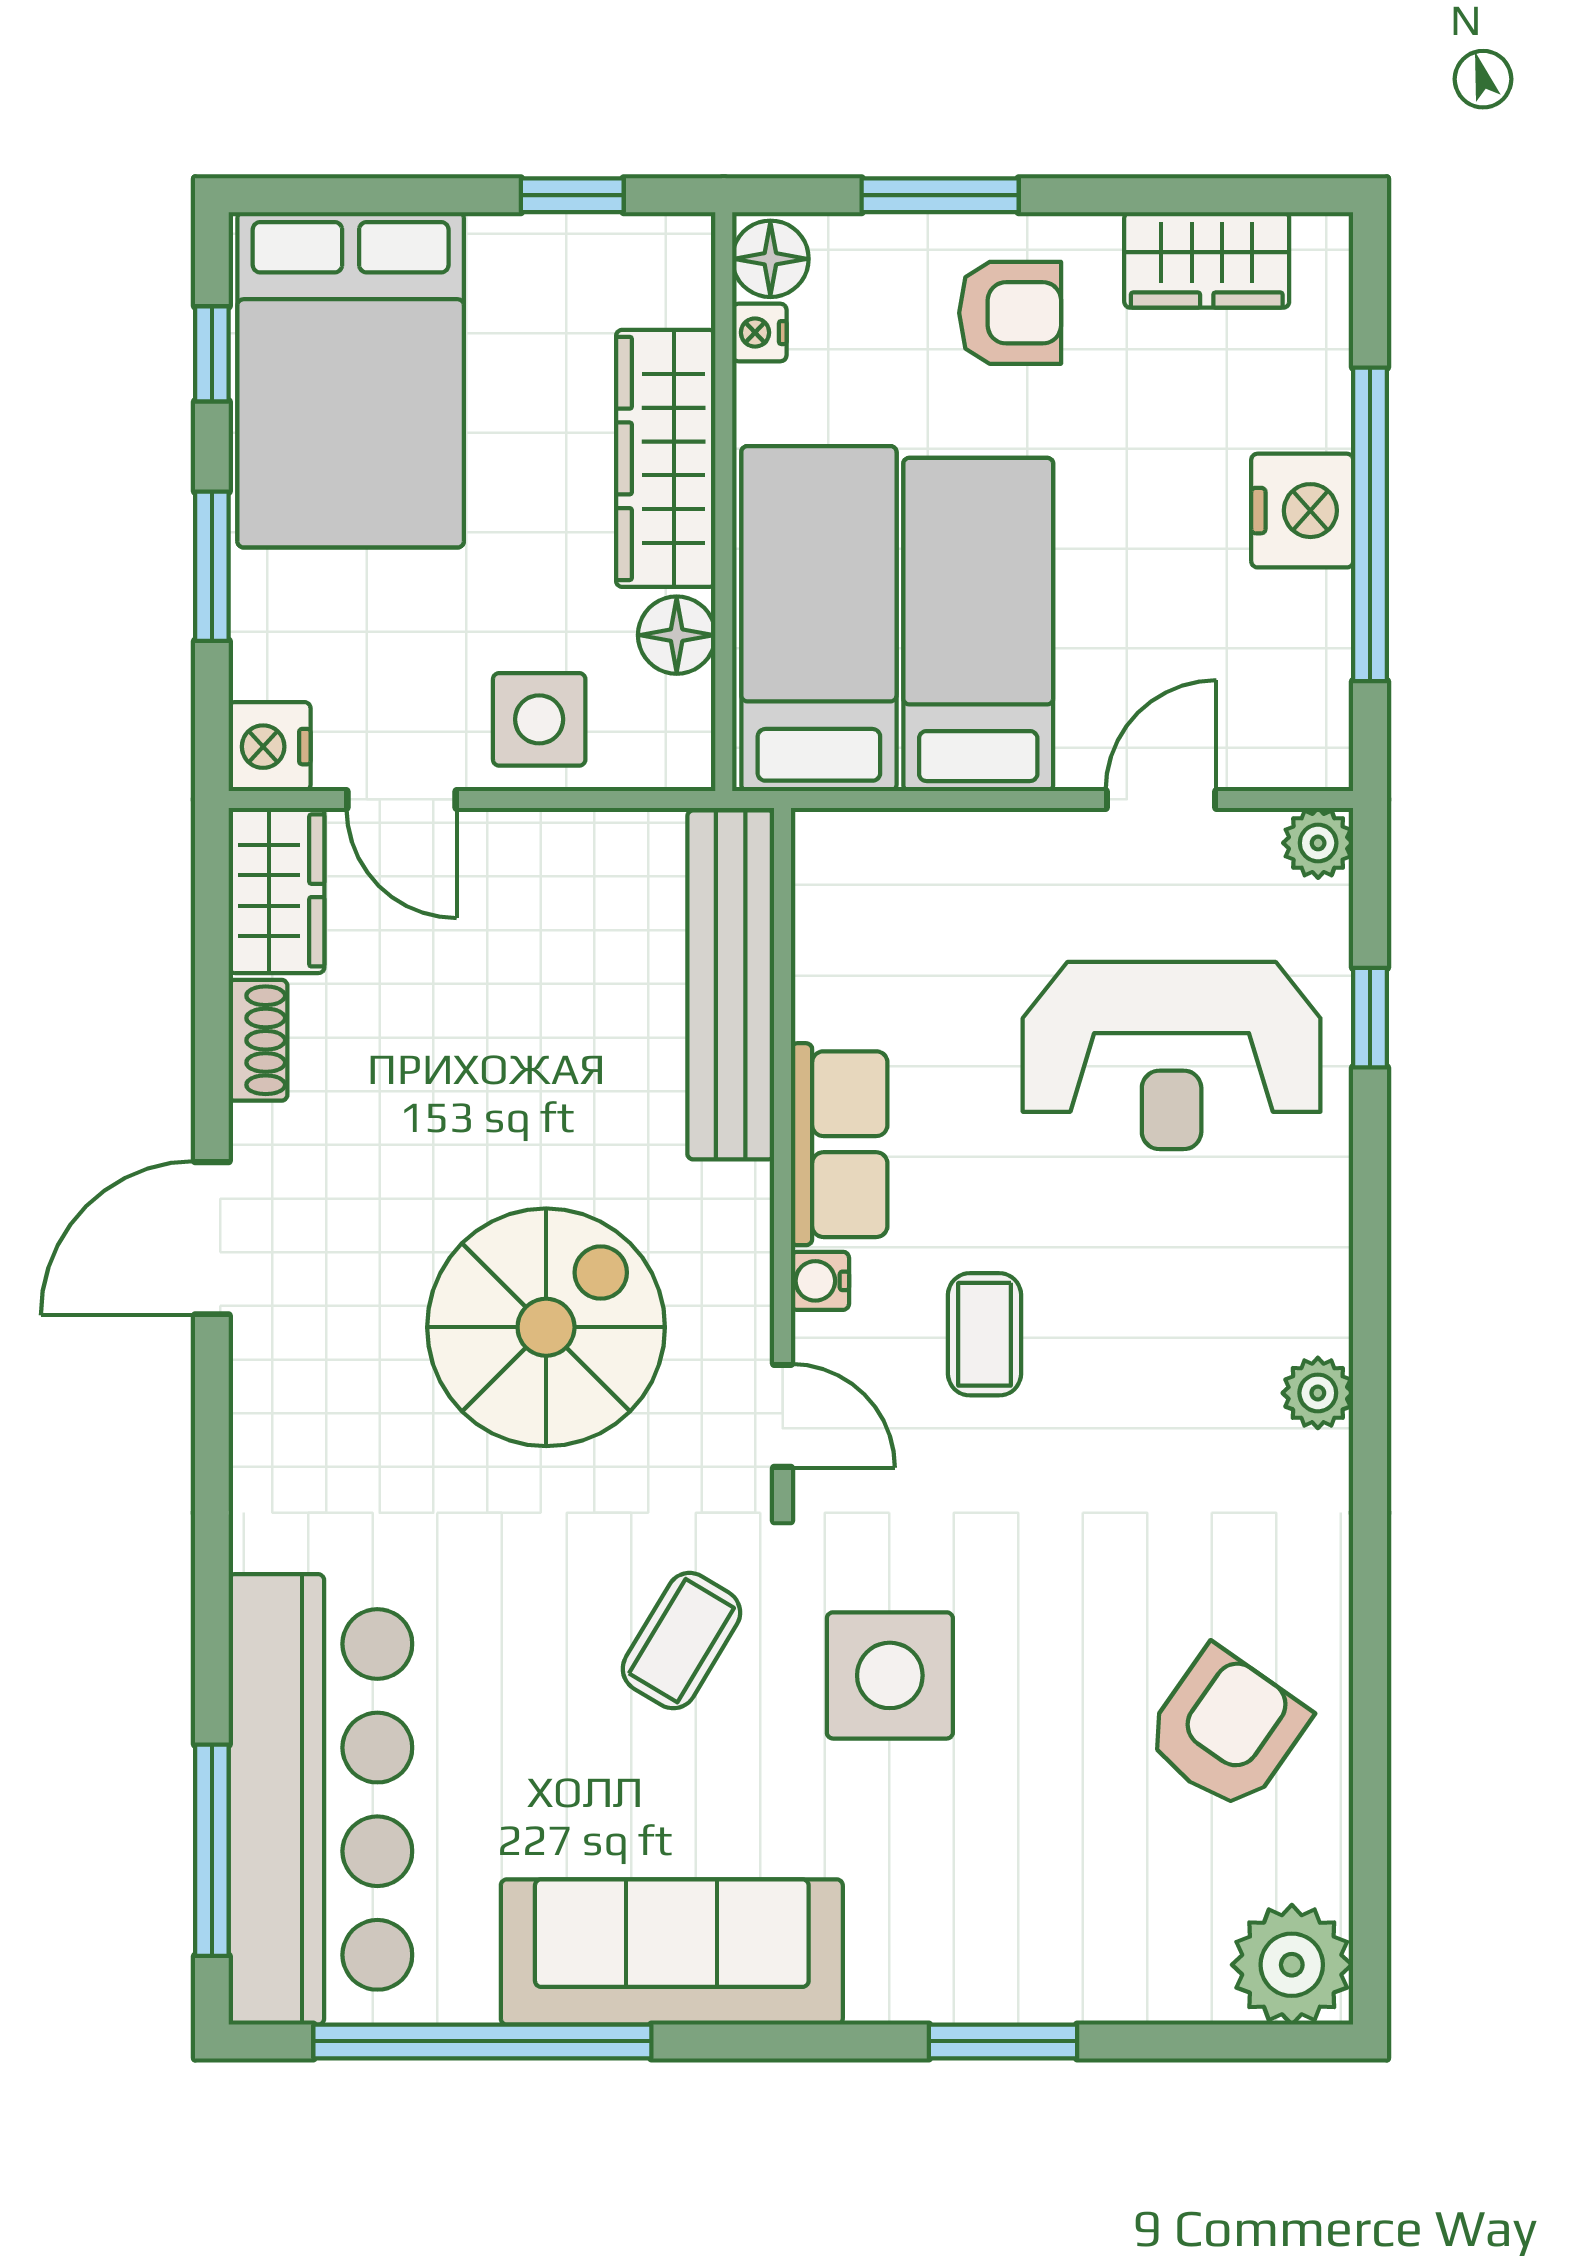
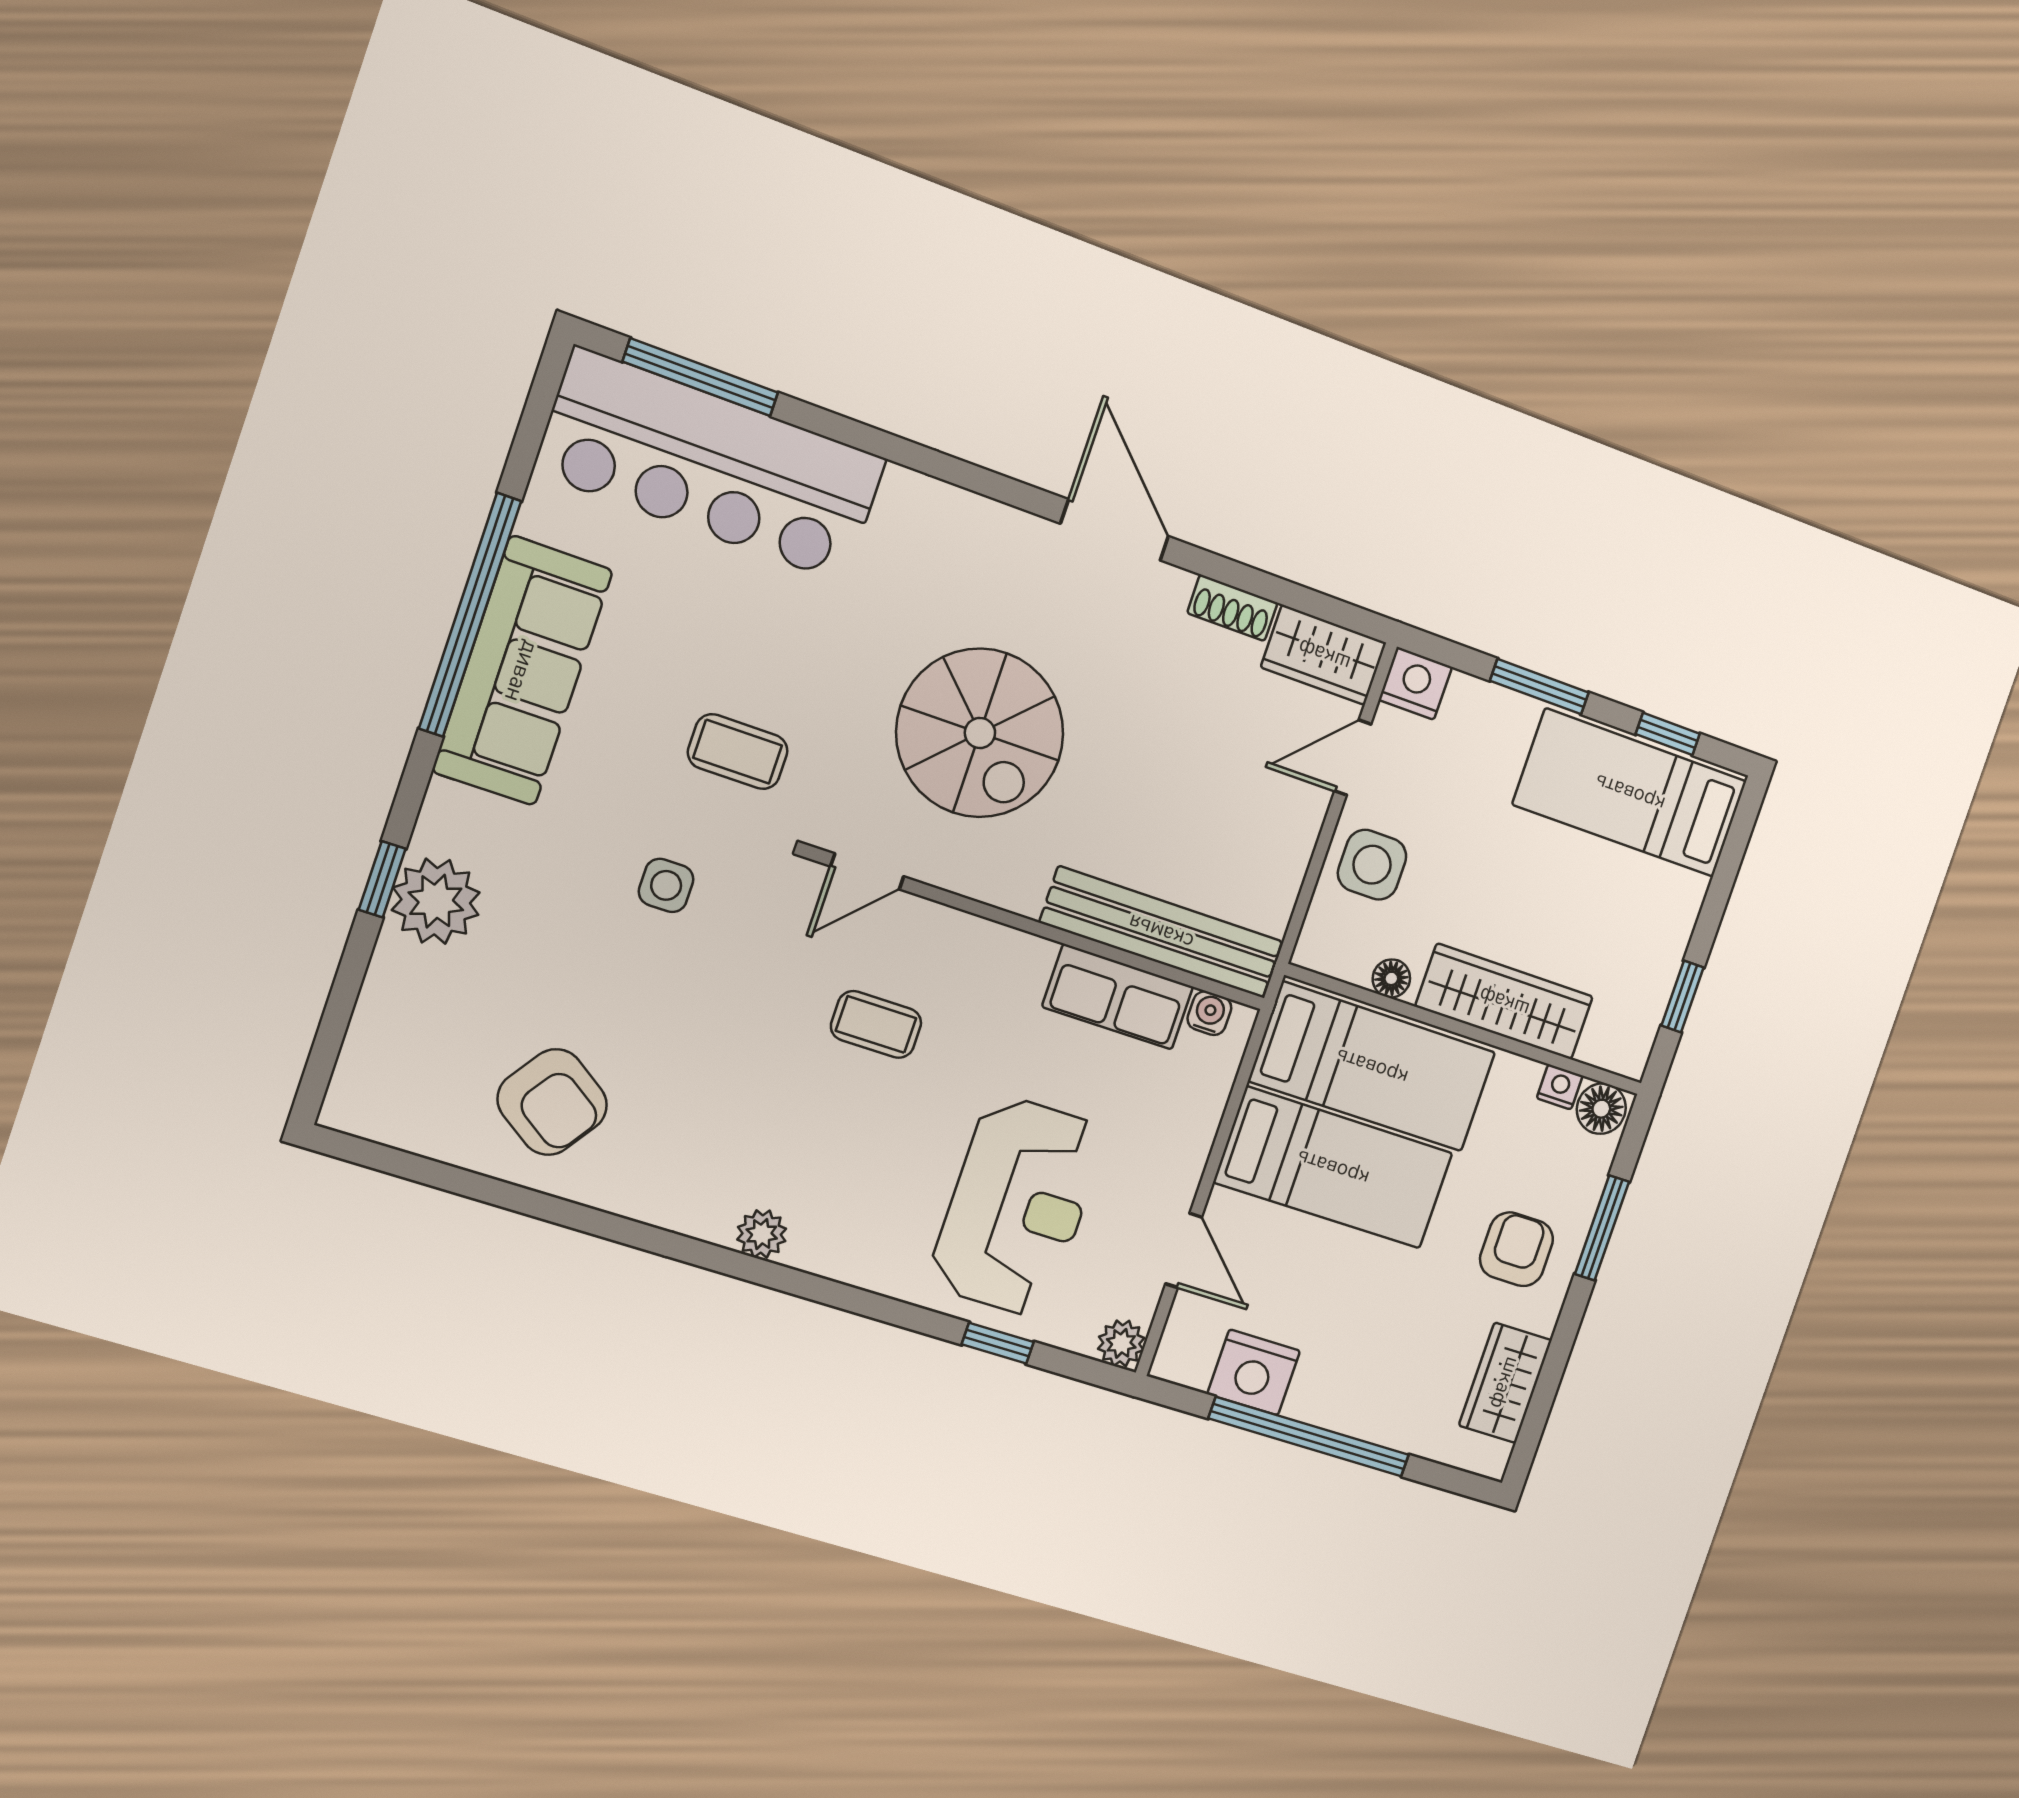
armchair: (1010, 313) -> (1516, 1249), turned 180
bed: (351, 380) -> (1630, 793), width x0.67
nightstand: (1302, 511) -> (1254, 1372), moved
floor lamp: (677, 635) -> (1391, 978), width x0.73, depth x0.73
reception desk: (1172, 1056) -> (1017, 1206), turned 180
row of seats: (839, 1144) -> (1118, 997), moved
water cooler: (820, 1281) -> (1209, 1013), moved
coffee table: (681, 1641) -> (738, 752), turned -31
side table: (890, 1675) -> (666, 885), width x0.54, depth x0.54
plant: (1292, 1965) -> (436, 901), moved
window: (482, 2041) -> (470, 615), moved
window: (1003, 2041) -> (382, 879), width x0.67

